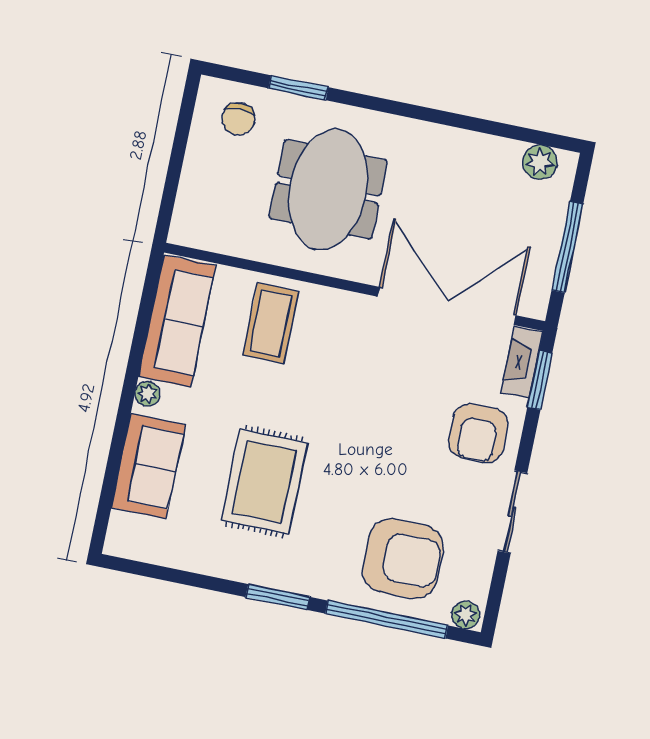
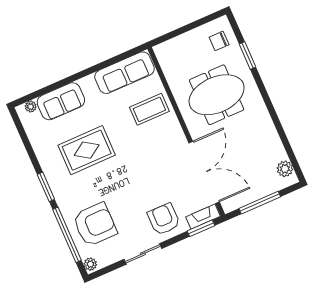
plant: (147, 394) -> (31, 107), moved
armchair: (478, 433) -> (164, 219), turned 90
armchair: (403, 559) -> (95, 225), turned -90

